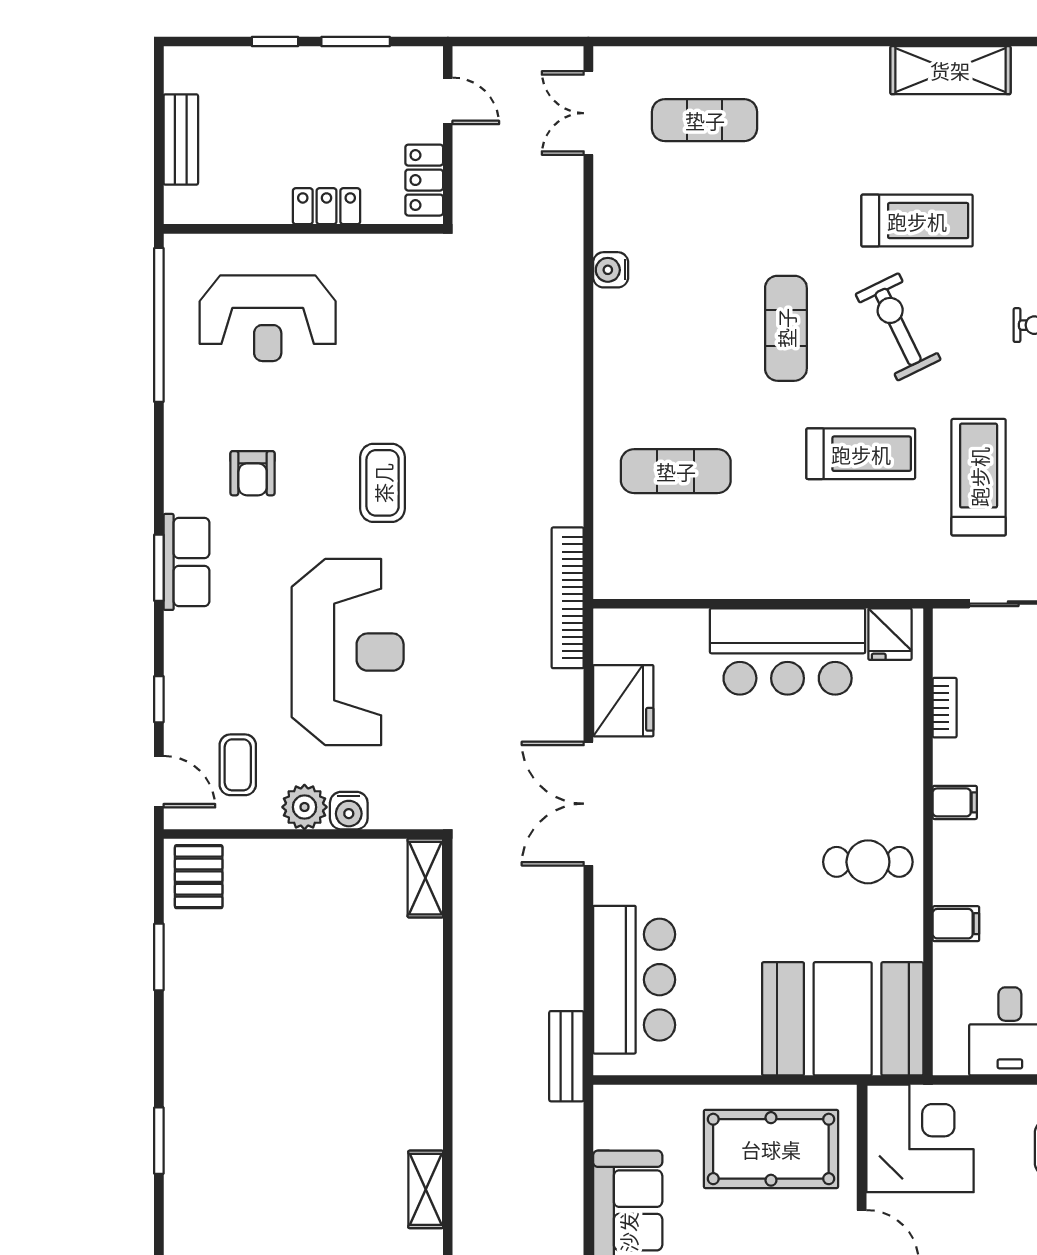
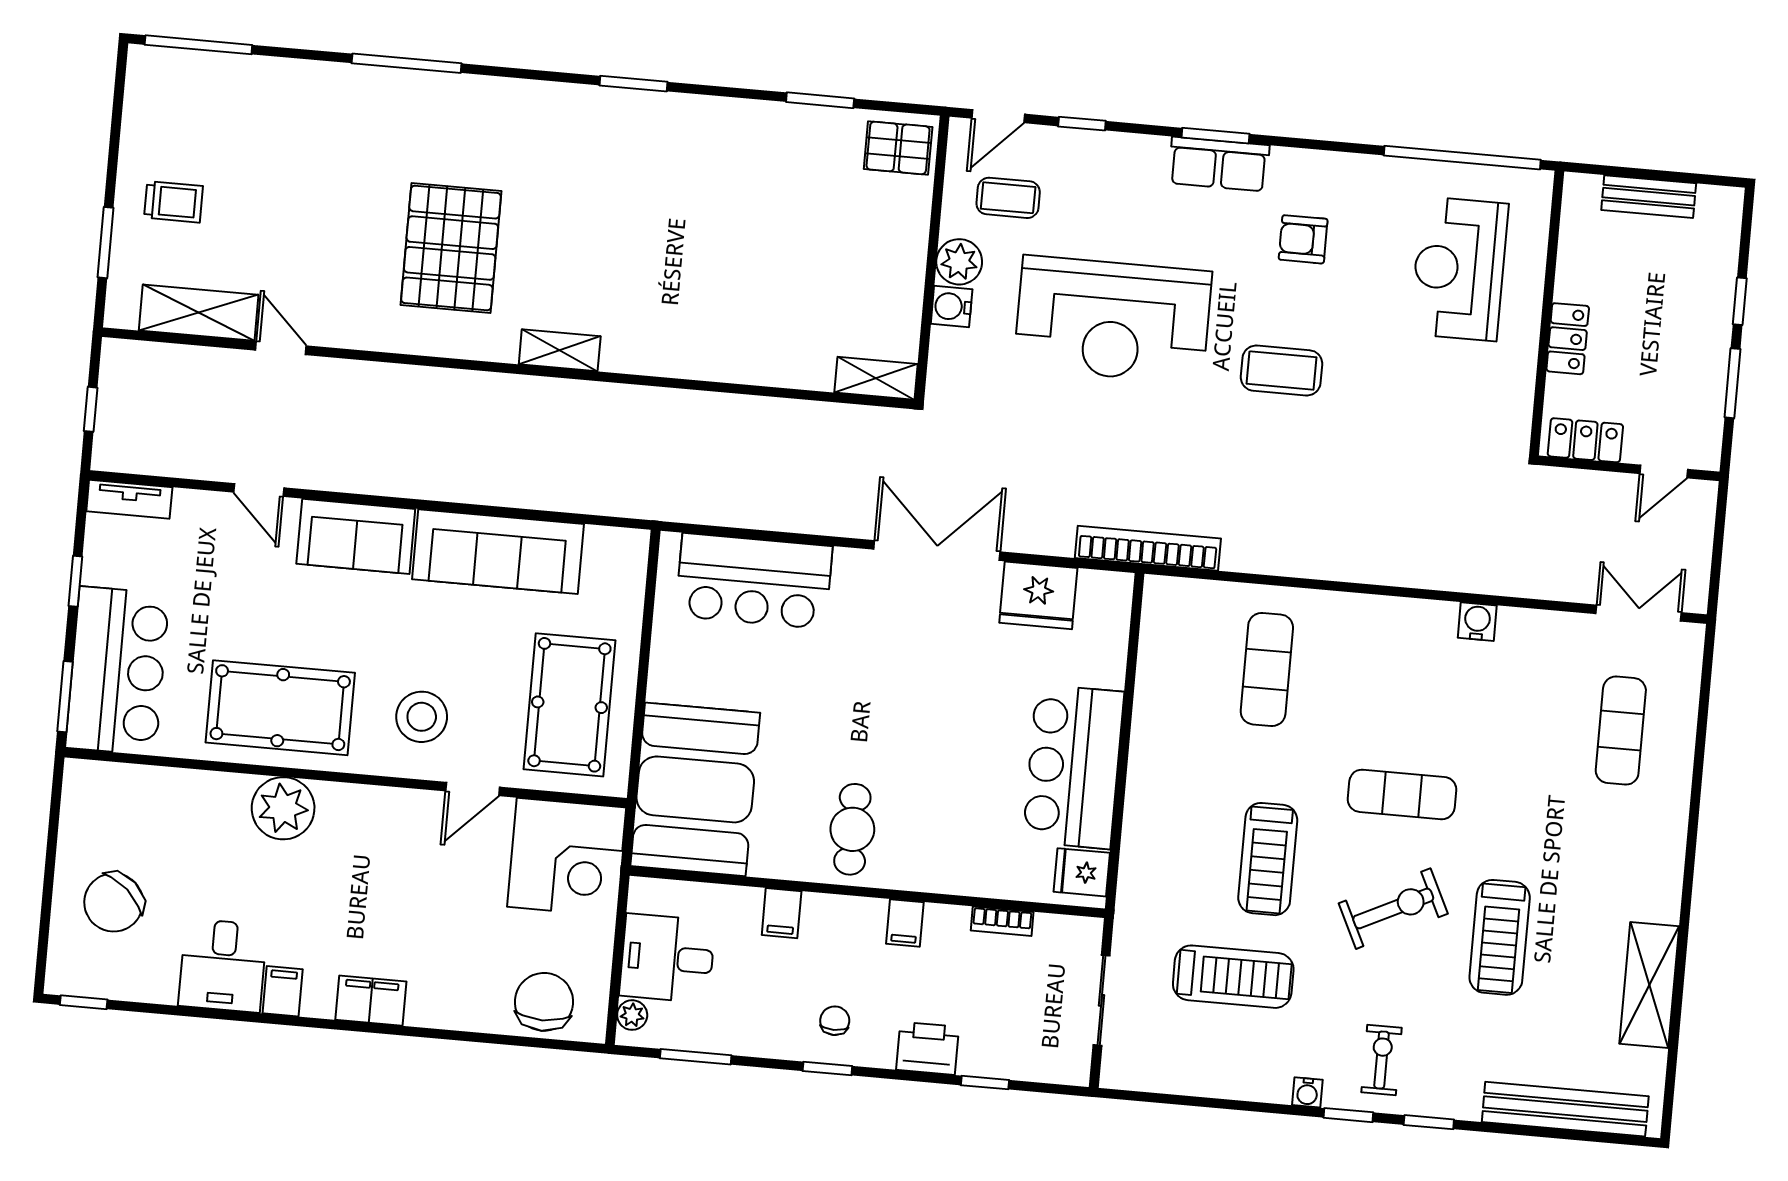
bench: (566, 1056) -> (682, 505), removed

